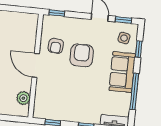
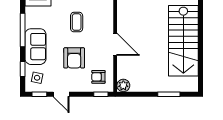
armchair: (56, 46) -> (98, 77), moved, turned -95
coffee table: (75, 94) -> (77, 22), added
plant: (23, 98) -> (123, 85), moved

